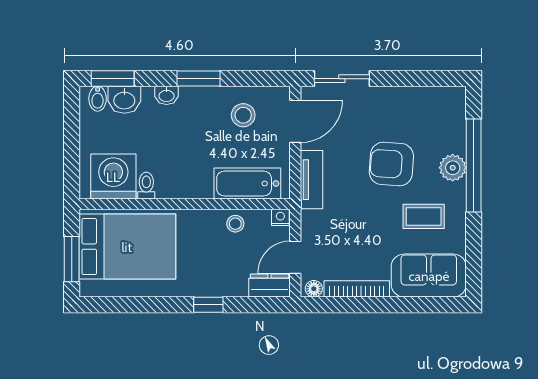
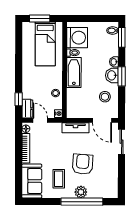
washbasin: (124, 100) -> (112, 75), moved
bathtub: (247, 184) -> (74, 72), moved
bed: (127, 247) -> (45, 44), width x0.67
window: (208, 305) -> (19, 99), moved

